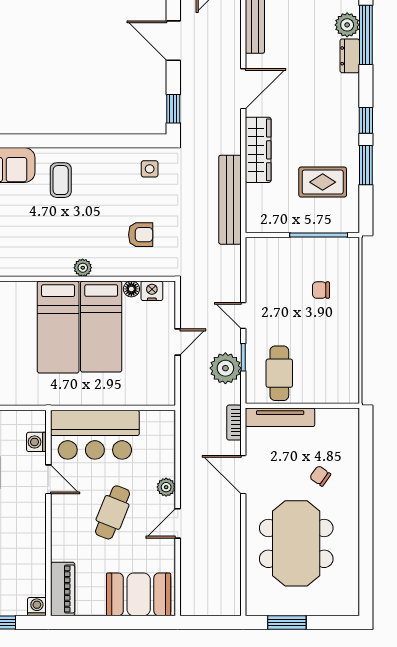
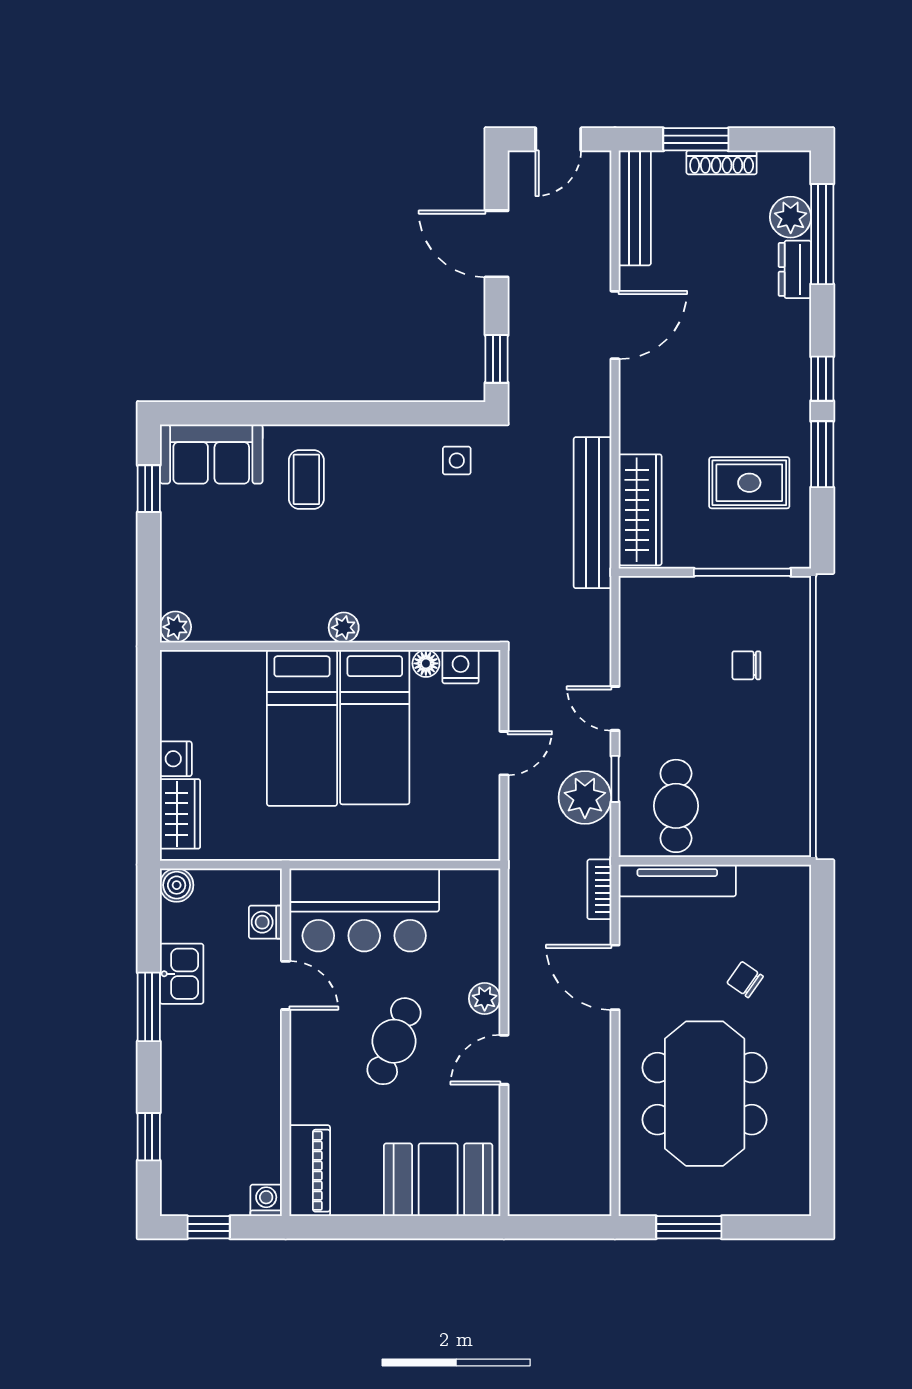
wardrobe: (258, 150) -> (640, 510), moved
armchair: (141, 235) -> (442, 572), removed

